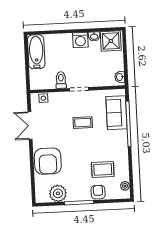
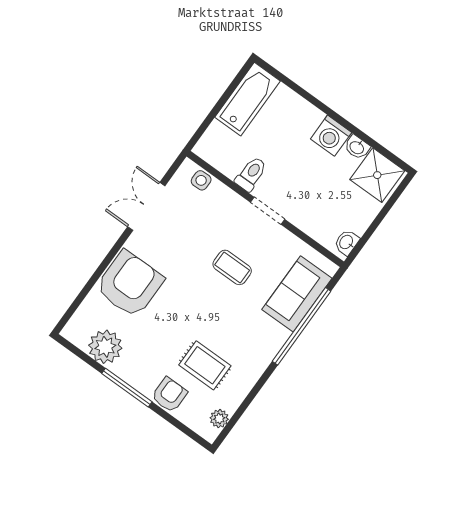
armchair: (48, 161) -> (130, 284), turned 180

